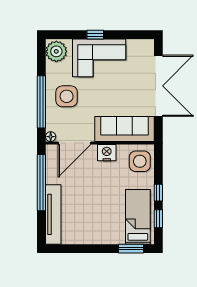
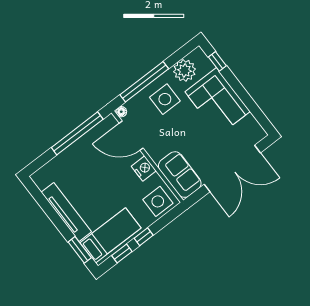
window: (95, 35) -> (217, 61), moved
plant: (56, 51) -> (184, 70), moved
sofa: (124, 129) -> (180, 175), width x0.73
tv unit: (53, 214) -> (66, 212), moved, turned -90

